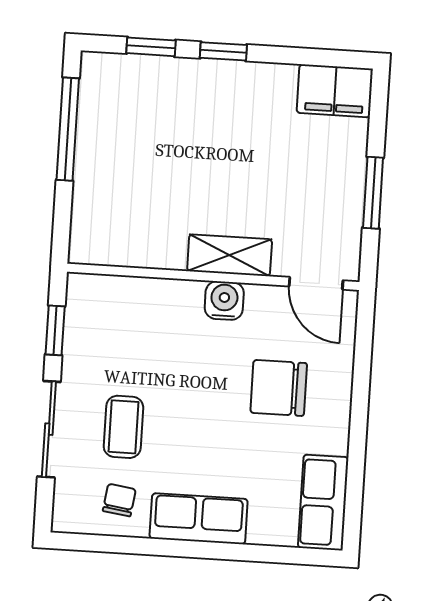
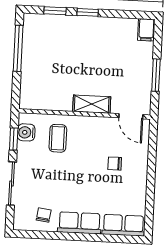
filing cabinet: (335, 91) -> (146, 30), width x0.50
water cooler: (224, 301) -> (26, 132), moved, turned -90
chair: (279, 388) -> (115, 164), width x0.54, depth x0.54
coffee table: (123, 427) -> (58, 138), moved
row of seats: (323, 502) -> (123, 225), moved, turned 90

